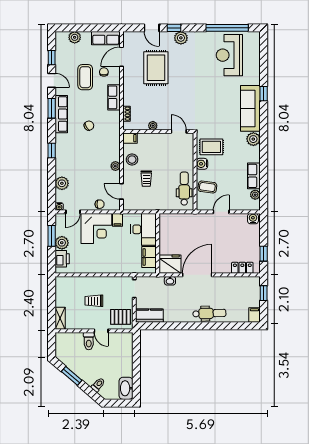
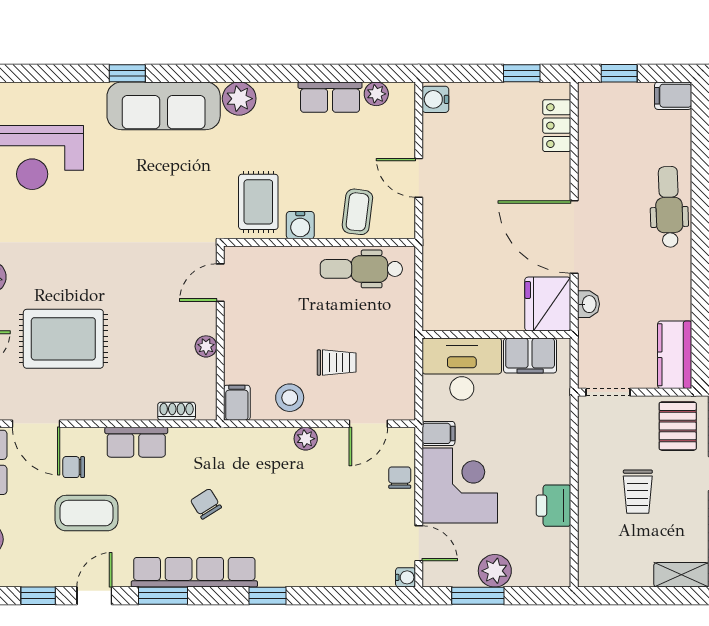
row of seats: (61, 114) -> (194, 572), width x1.36
plant: (62, 183) -> (348, 571), removed
printer: (62, 259) -> (554, 506), moved, turned -90

